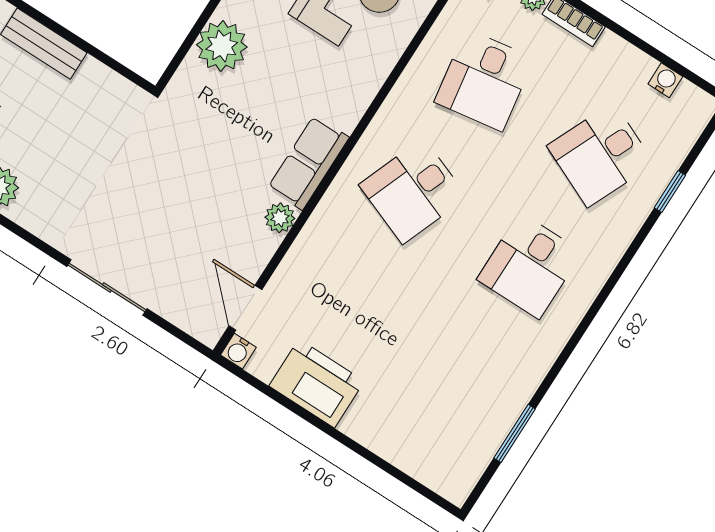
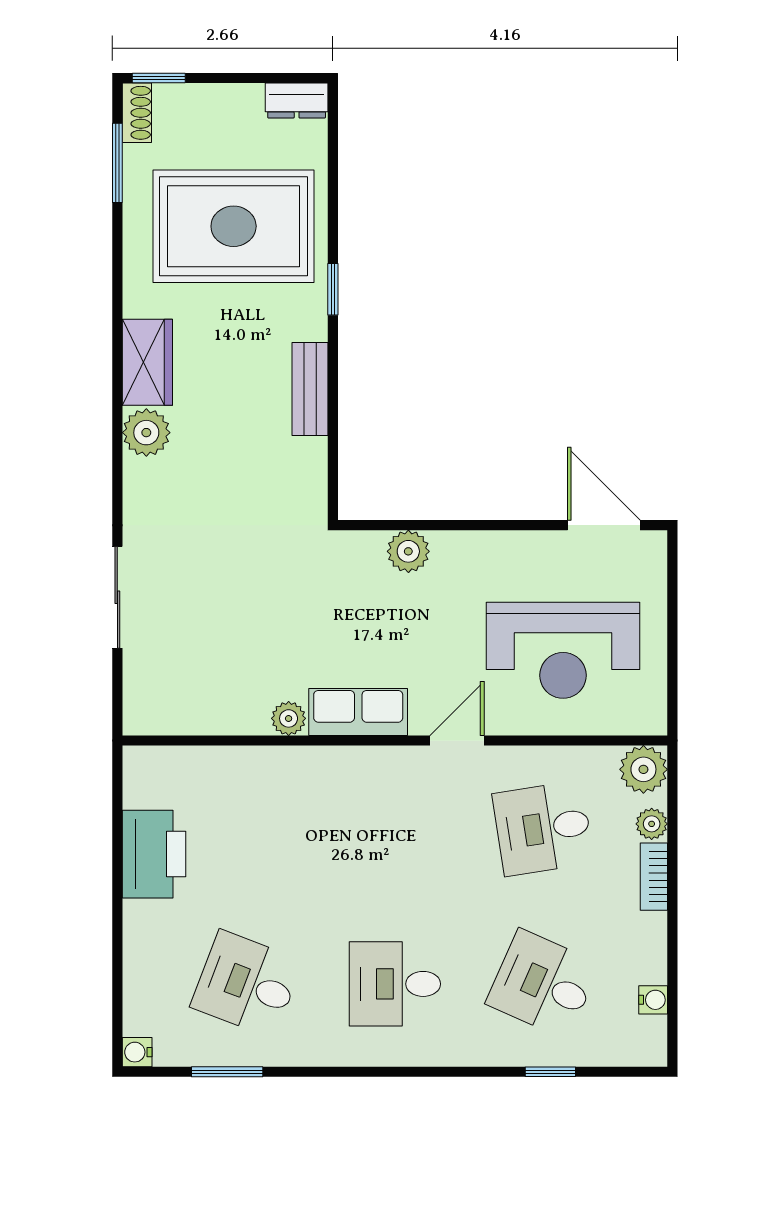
plant: (222, 46) -> (408, 551), width x0.73, depth x0.73
desk: (413, 191) -> (247, 984), moved
door: (245, 308) -> (457, 741), moved
water cooler: (238, 351) -> (137, 1052), moved

